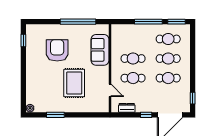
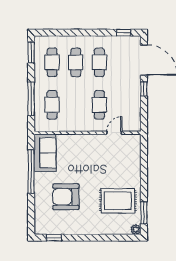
window: (148, 22) -> (31, 99), moved
sofa: (100, 50) -> (45, 153), moved, turned -90
cafe table: (133, 59) -> (52, 105), moved
rug: (74, 83) -> (118, 201), moved
dresser: (127, 108) -> (135, 112), removed
window: (55, 115) -> (144, 213), moved

